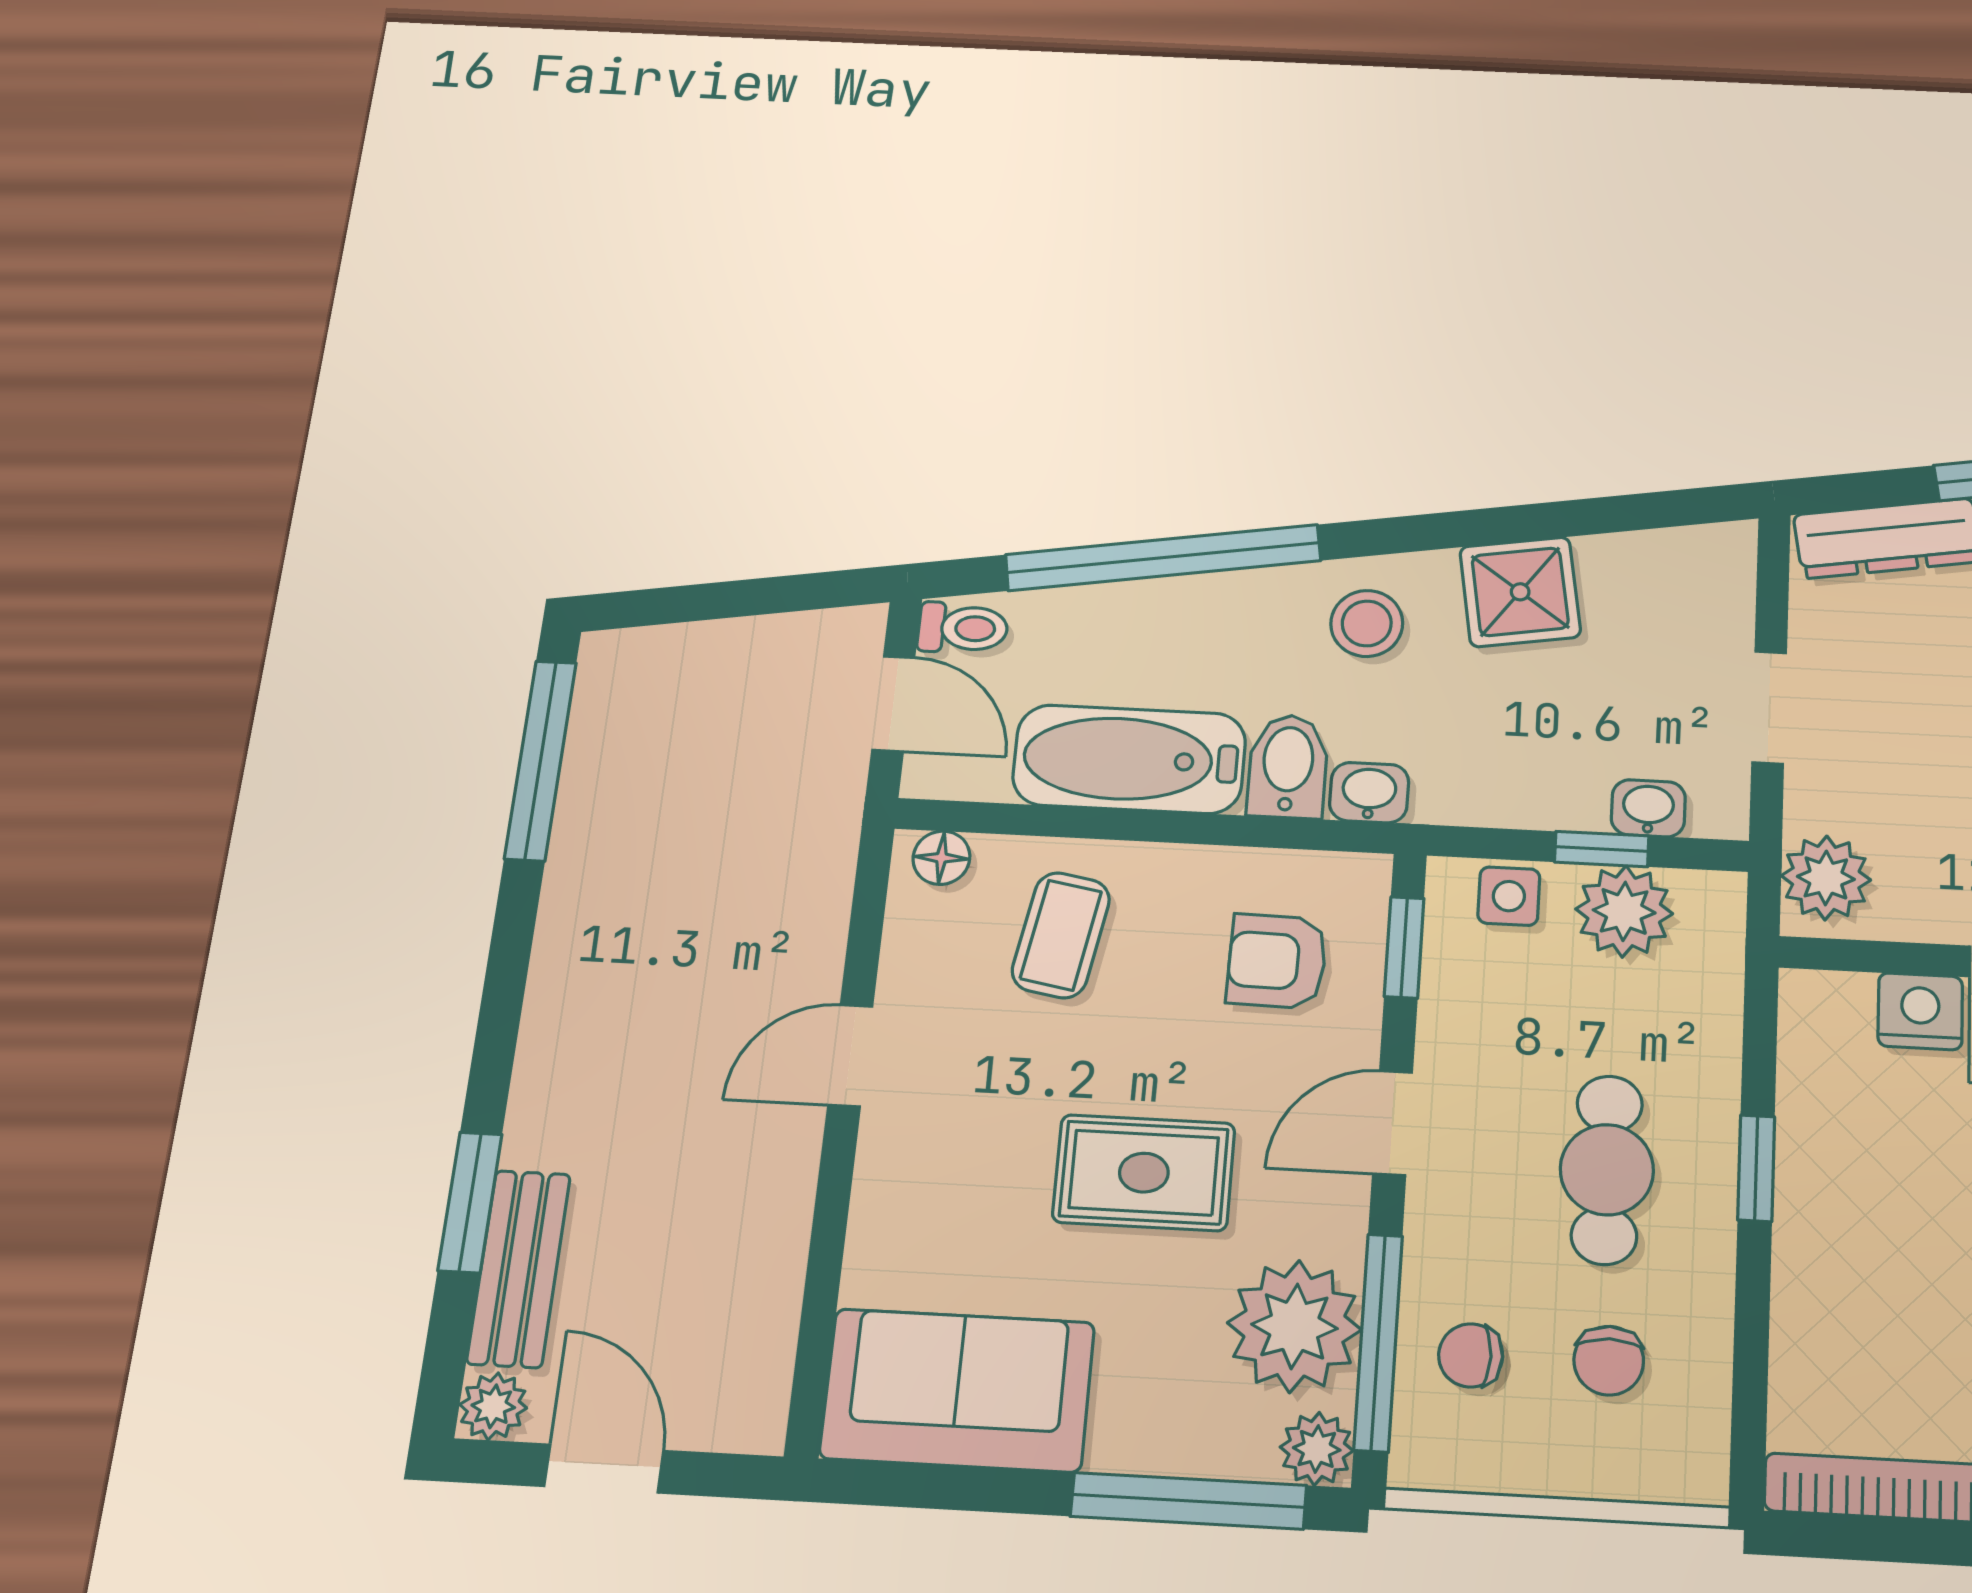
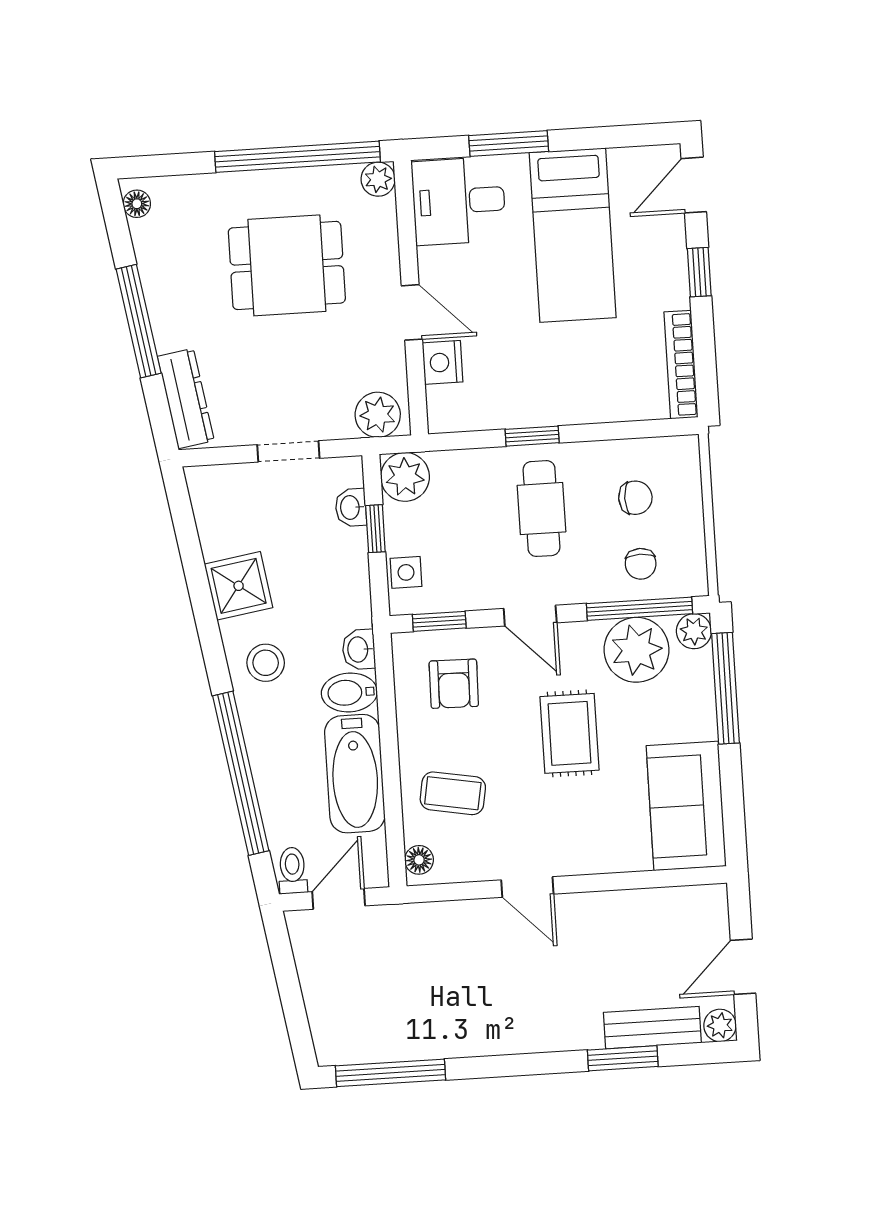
plant: (1624, 911) -> (405, 477), moved
cafe table: (1607, 1170) -> (541, 509), turned 90

